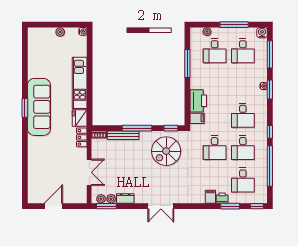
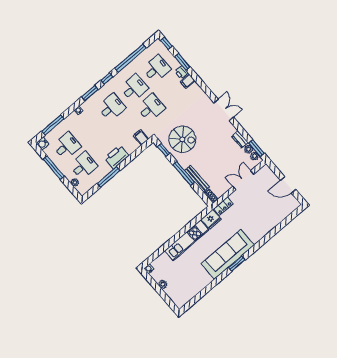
window: (270, 89) -> (90, 93), moved
printer: (198, 101) -> (117, 157), moved

